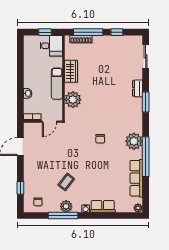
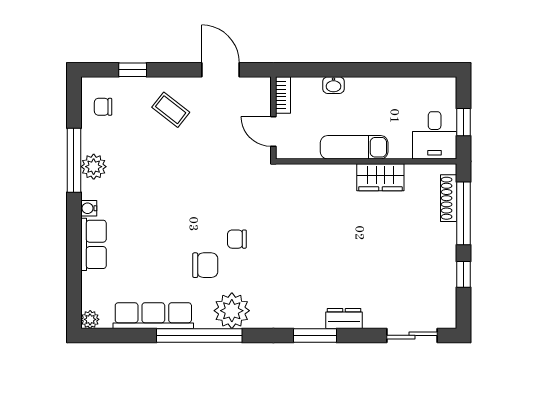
plant: (73, 100) -> (320, 181), removed
chair: (112, 154) -> (205, 265), added
coffee table: (66, 182) -> (171, 110), moved

